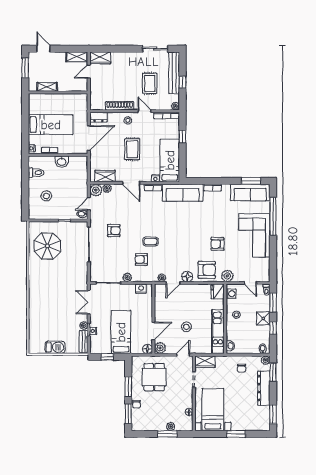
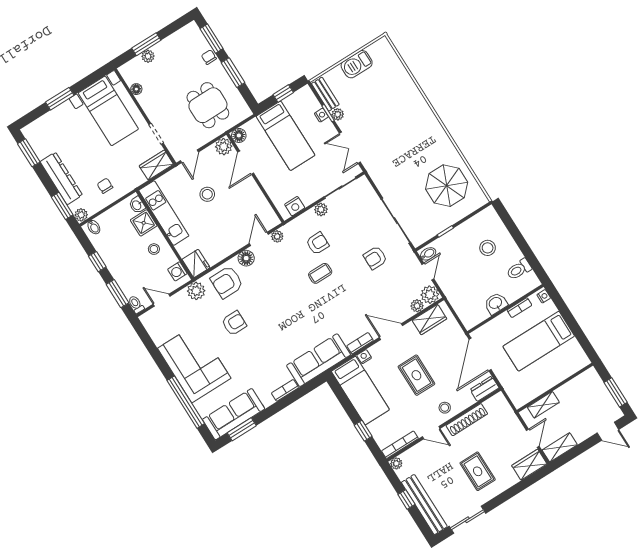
rug: (150, 83) -> (478, 471), moved
shelving: (47, 87) -> (543, 405), moved
double door: (89, 302) -> (350, 148), swing flipped
shower: (263, 318) -> (144, 223), moved

